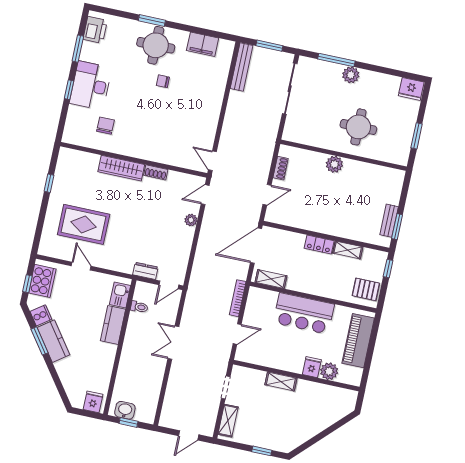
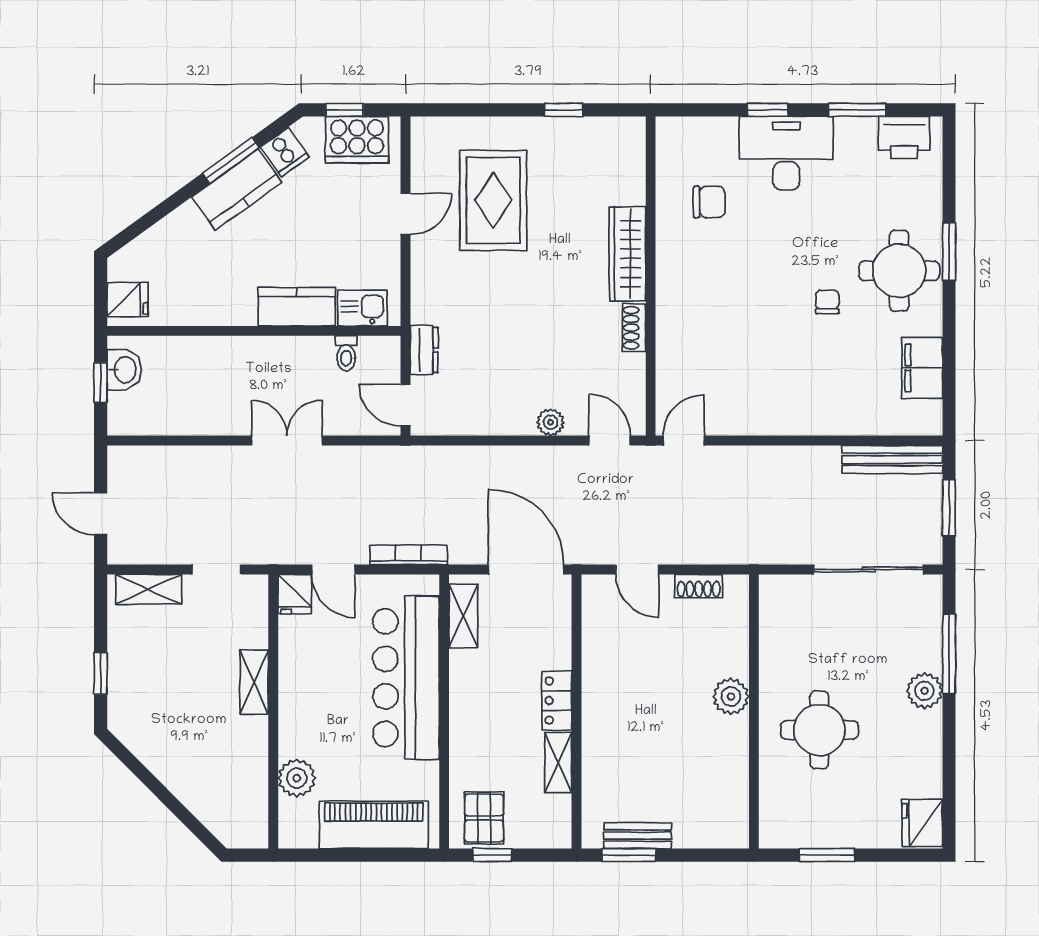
window: (388, 269) -> (492, 855), moved
bar counter: (304, 313) -> (406, 678), width x1.36
fridge: (312, 367) -> (295, 594), moved, turned 90

